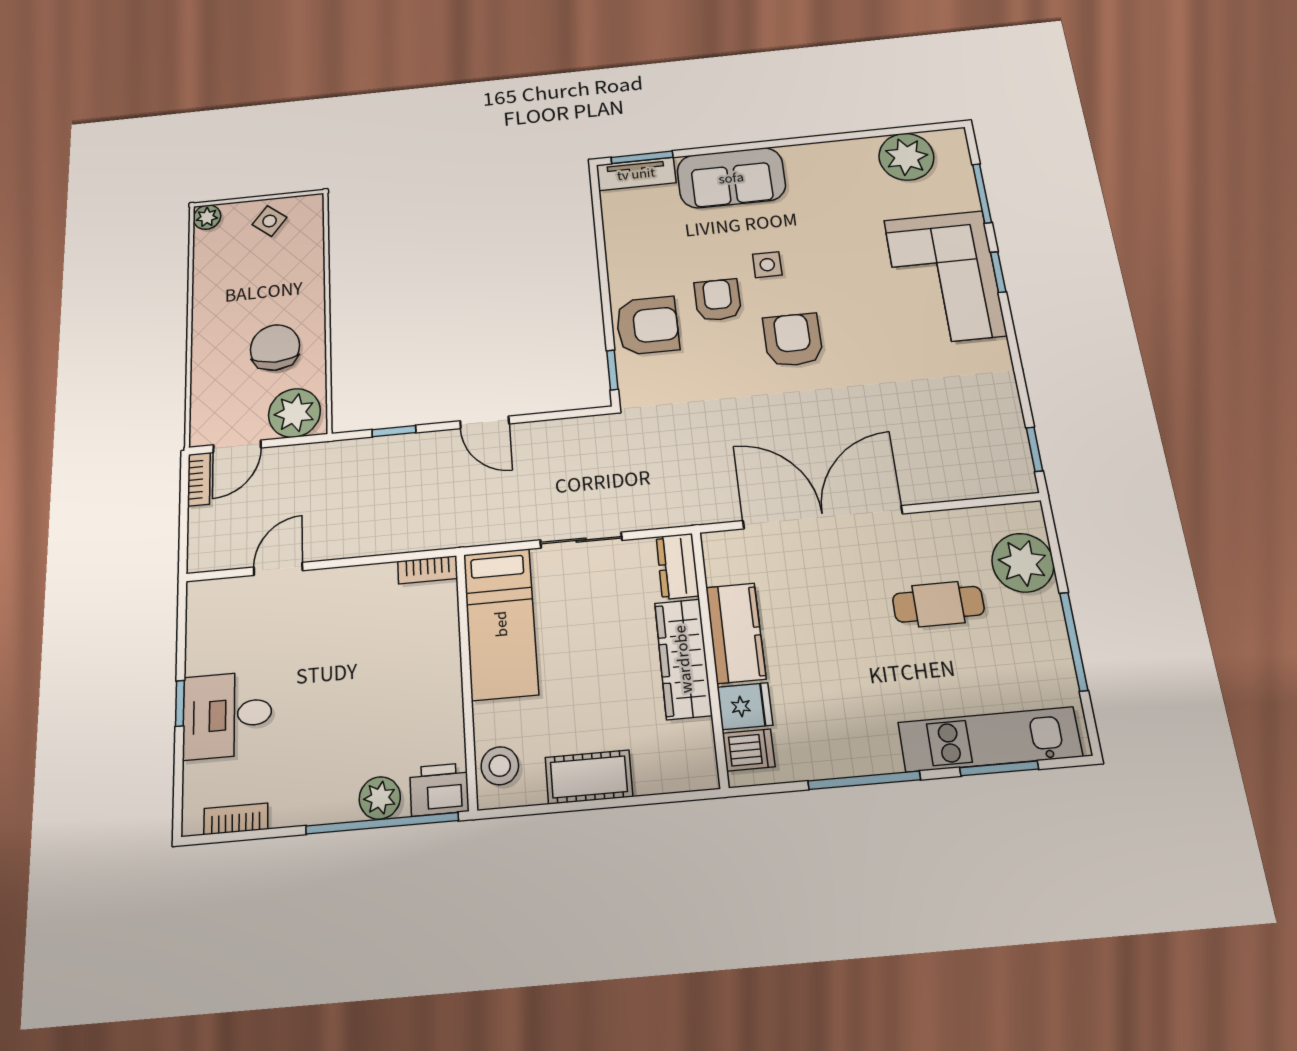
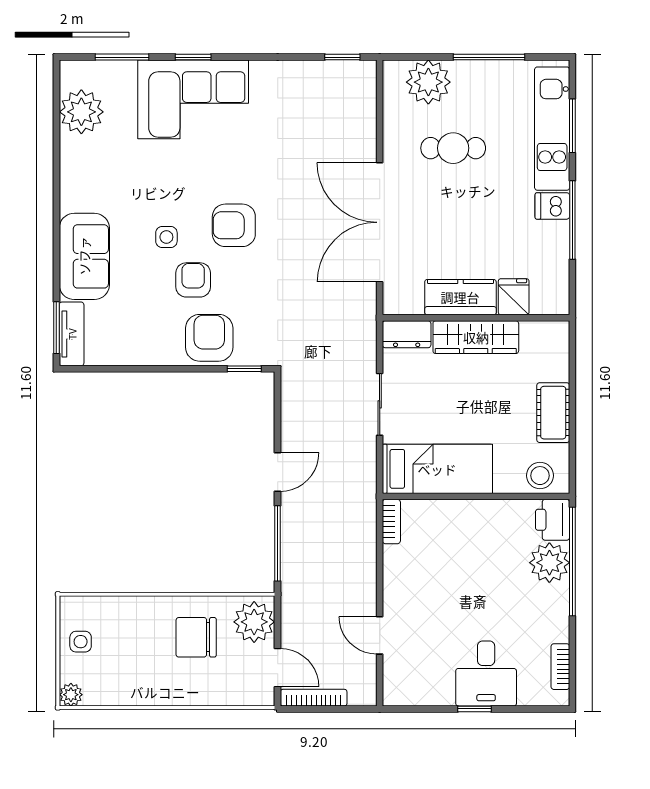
side table: (270, 221) -> (81, 642), turned -38
armchair: (718, 300) -> (193, 280), turned 90
window: (394, 431) -> (278, 543), width x2.17
bookcase: (199, 479) -> (314, 698), width x1.56
cafe table: (938, 604) -> (453, 148), turned 90
dishwasher: (749, 750) -> (552, 206), moved, turned -90
plant: (380, 798) -> (549, 563), width x1.36, depth x1.36

